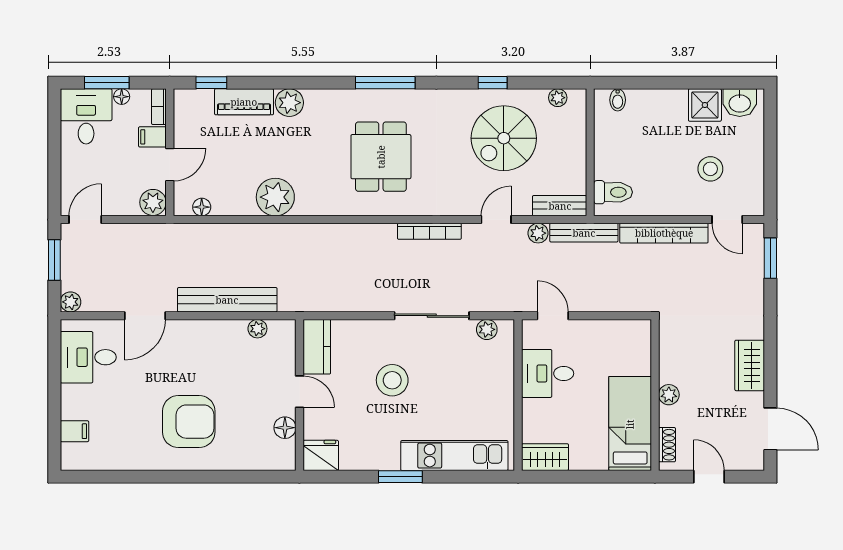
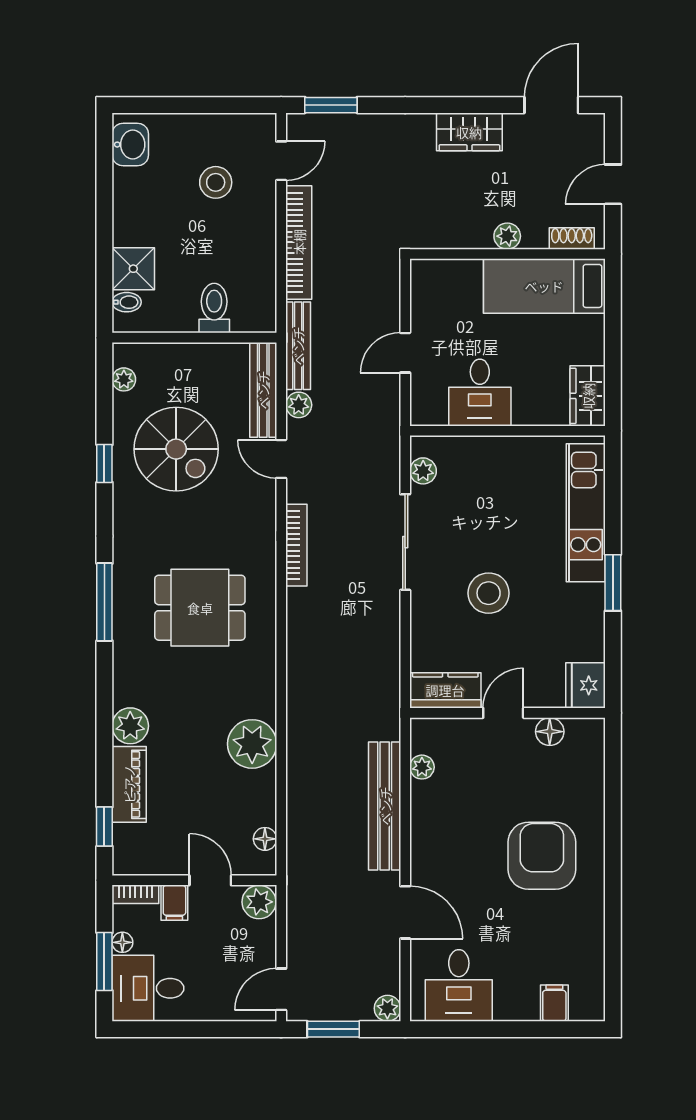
shower: (705, 105) -> (133, 269), moved
toilet: (613, 192) -> (214, 308), moved
bench: (560, 206) -> (263, 390), width x1.36
door: (85, 220) -> (281, 989), hinge flipped
door: (553, 316) -> (405, 353), moved

